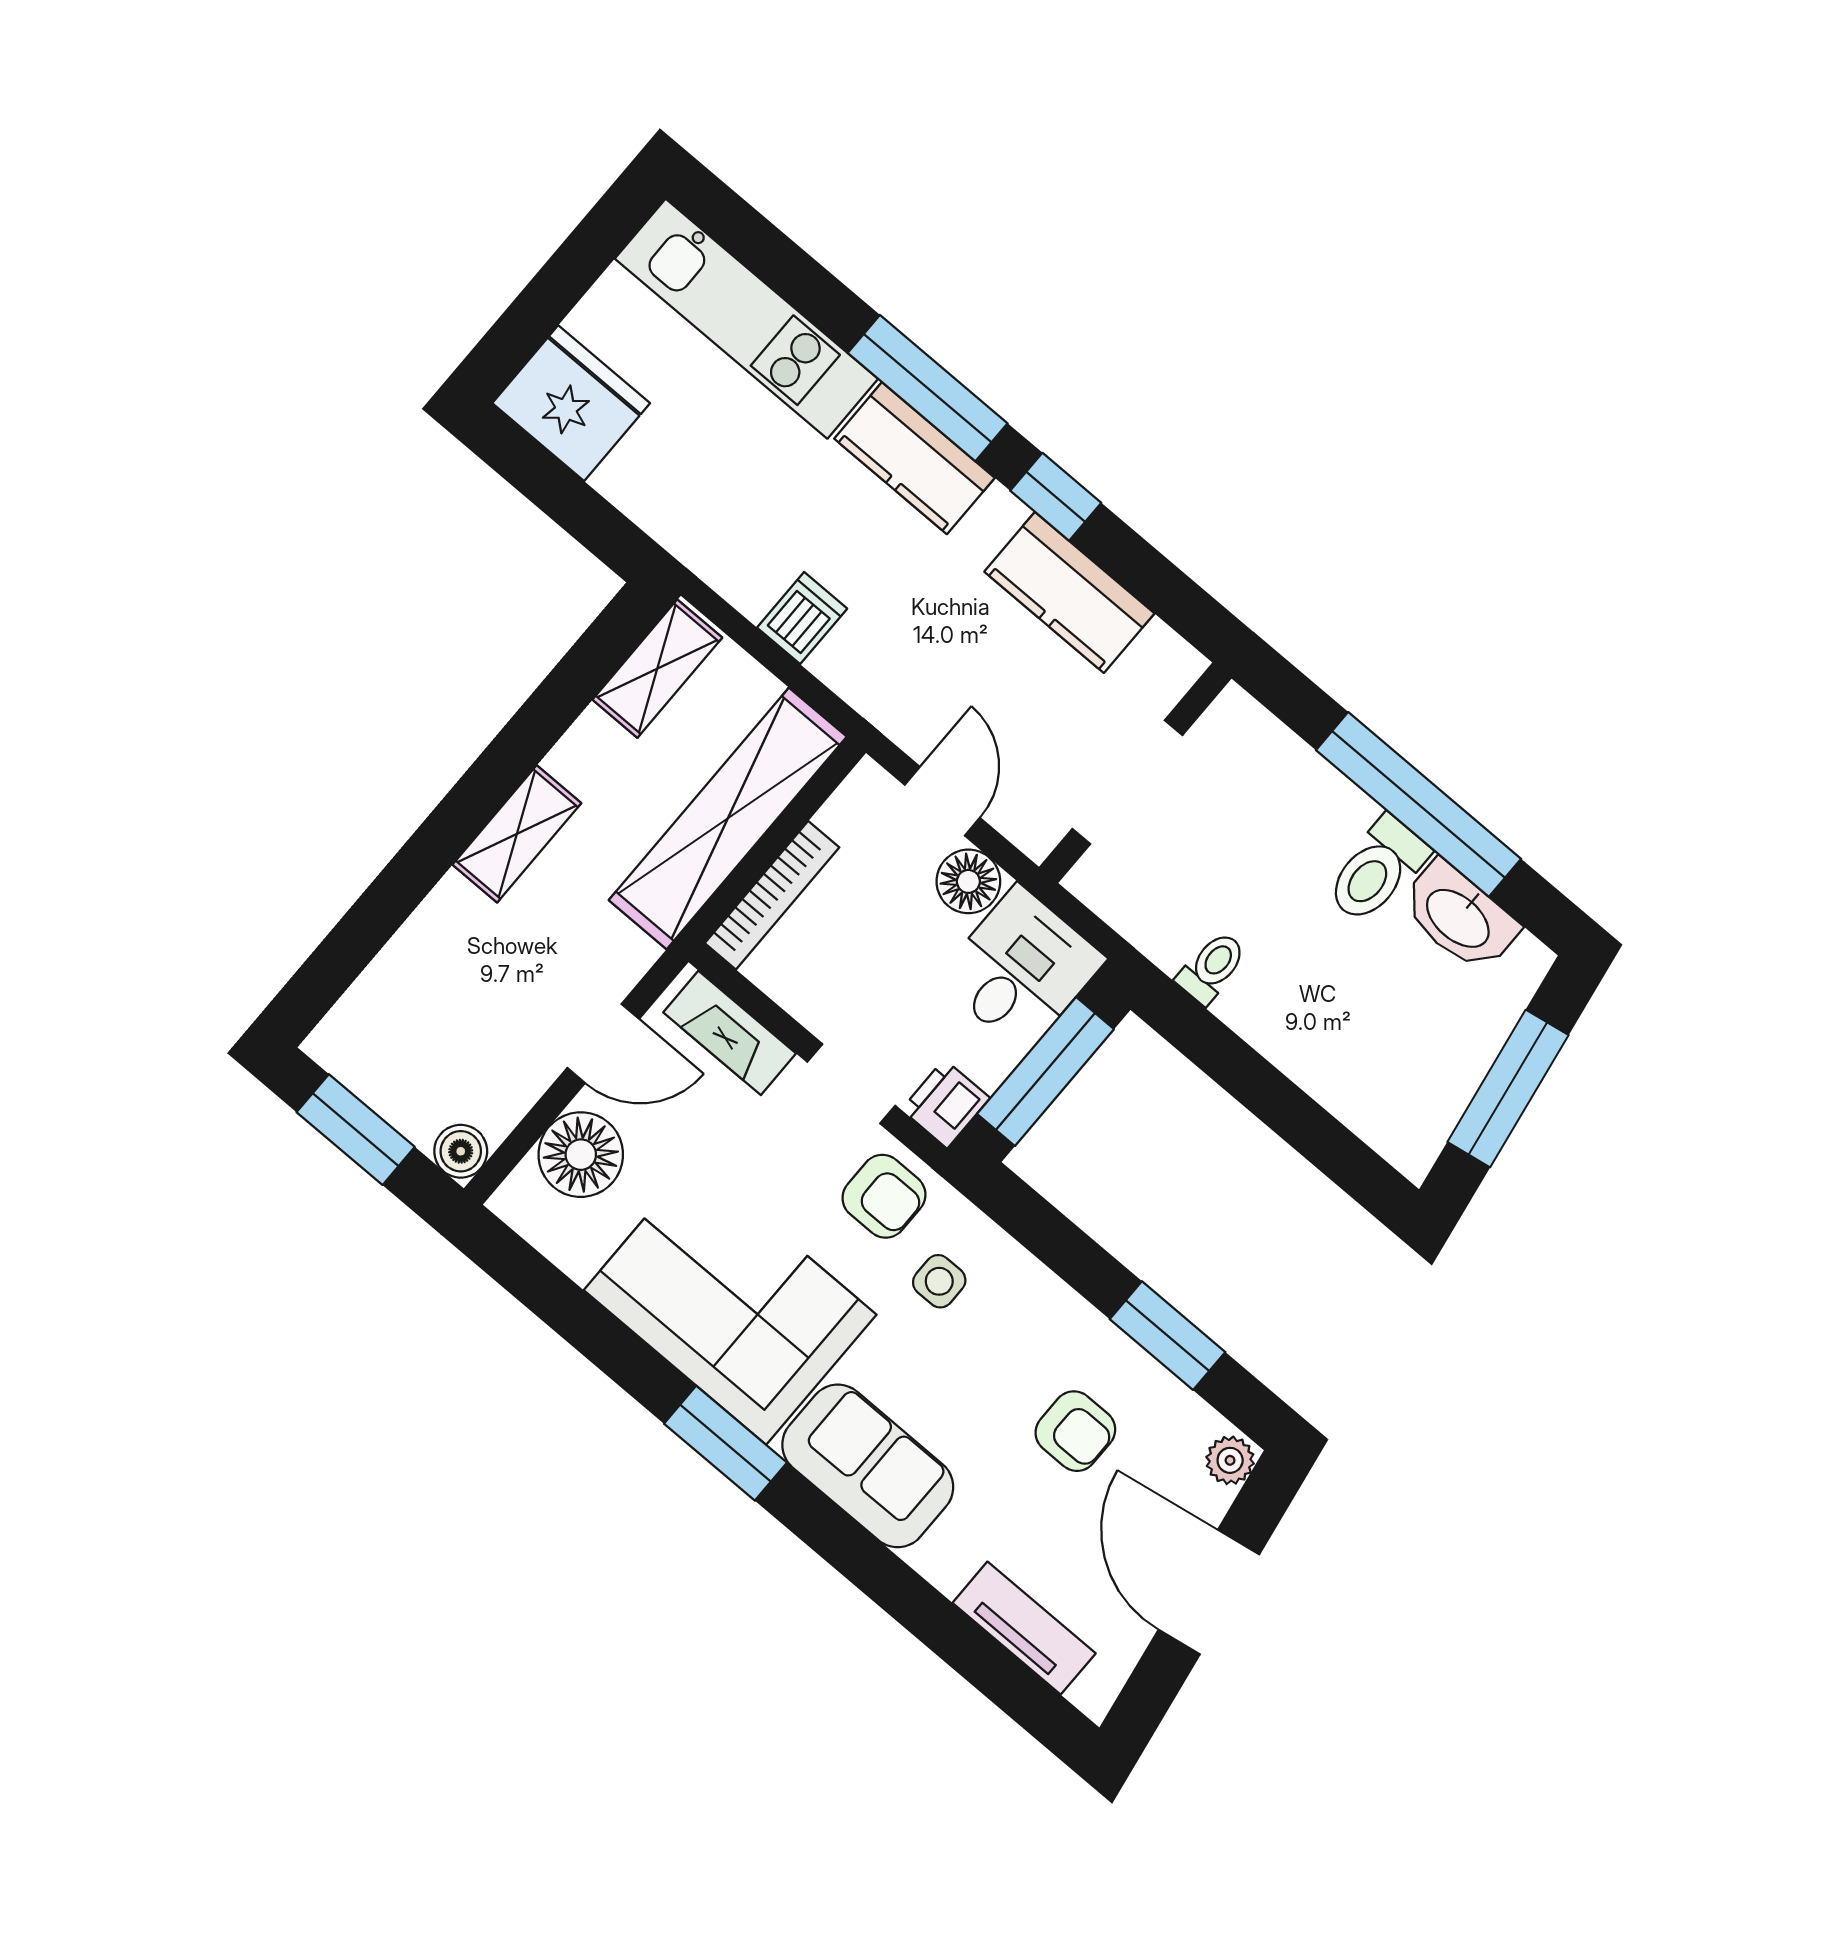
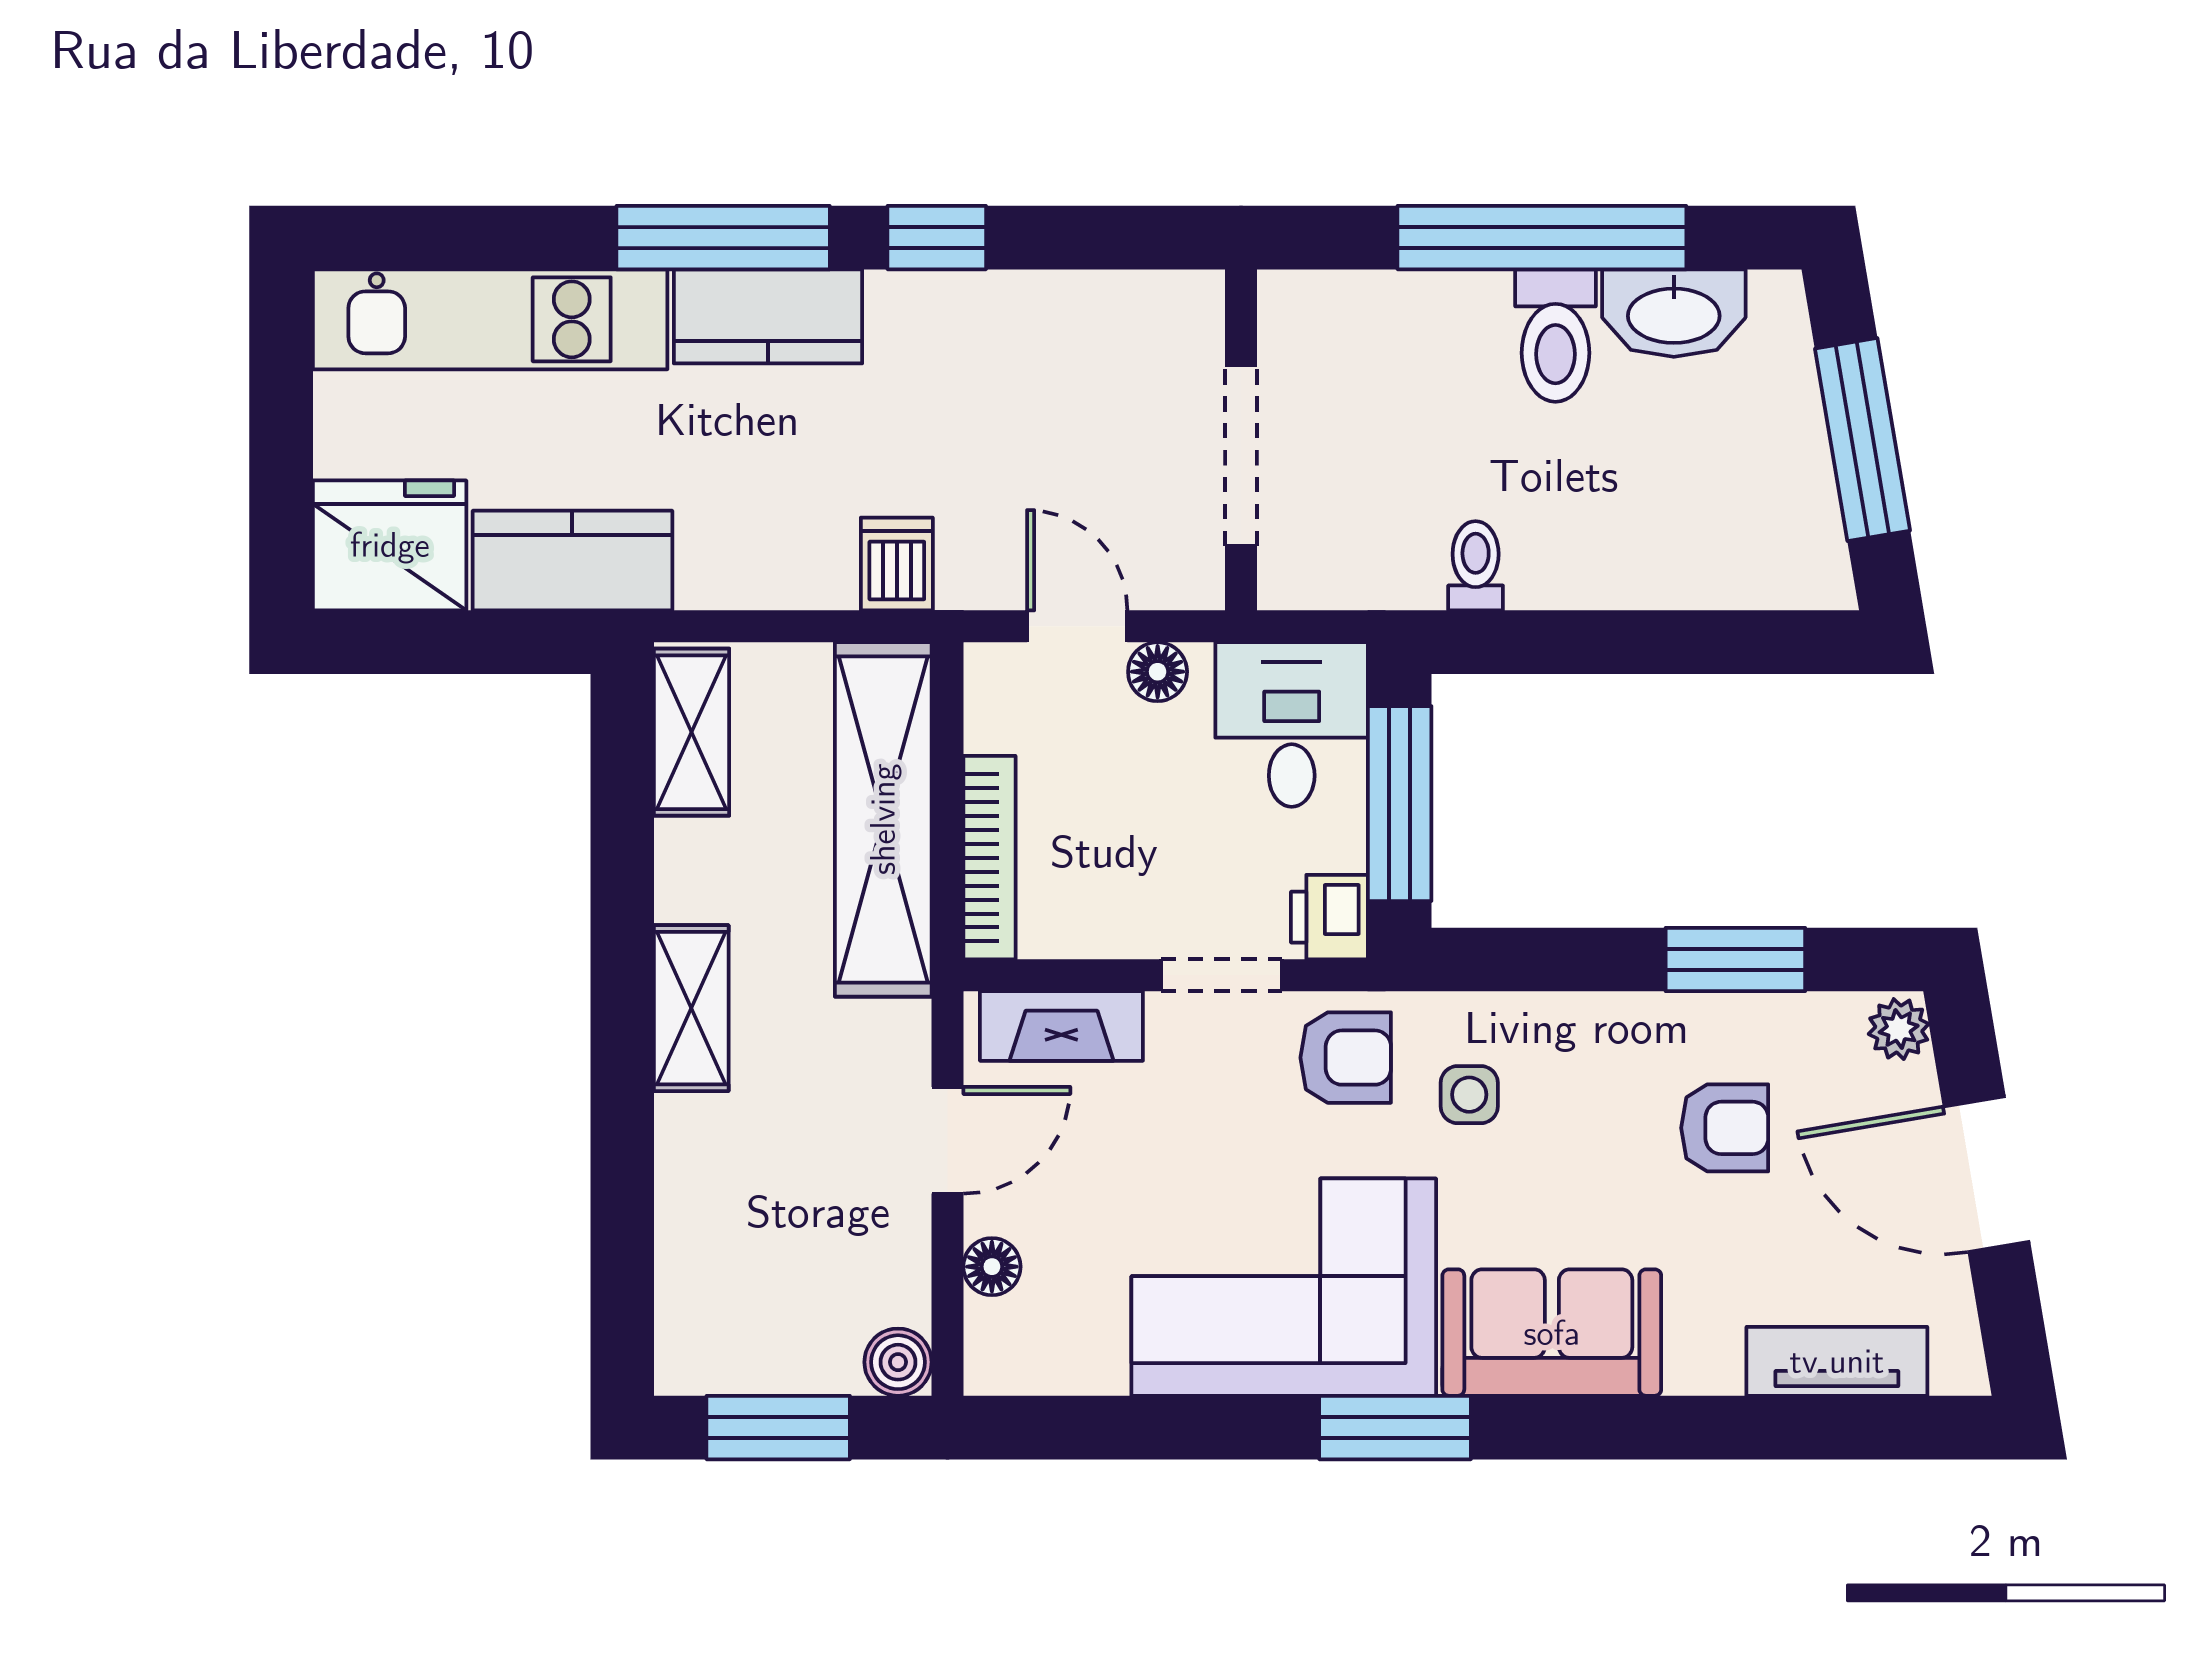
kitchen counter: (1069, 592) -> (572, 561), moved, turned 180
dishwasher: (802, 618) -> (897, 564), moved
floor lamp: (968, 881) -> (1158, 672), width x0.73, depth x0.73
floor lamp: (581, 1155) -> (992, 1267), width x0.53, depth x0.53

